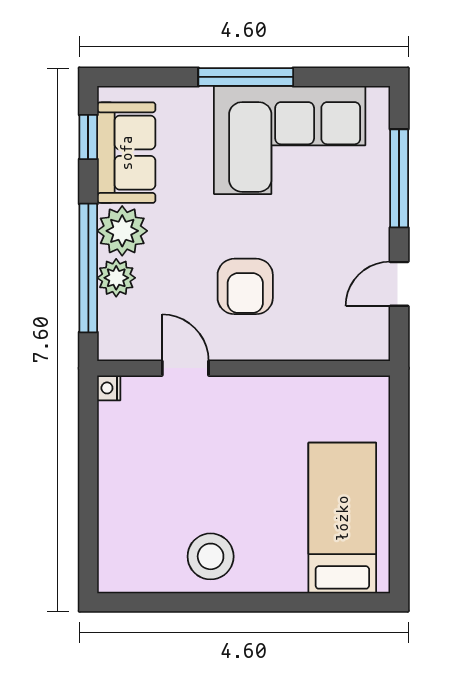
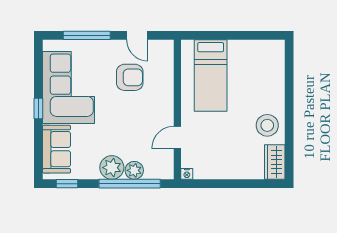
window: (246, 77) -> (38, 109), width x0.46
sofa: (126, 153) -> (57, 149), moved, turned 90
armchair: (245, 286) -> (130, 77), moved
bed: (342, 518) -> (211, 76), moved, turned -90
wardrobe: (134, 572) -> (275, 162), added

